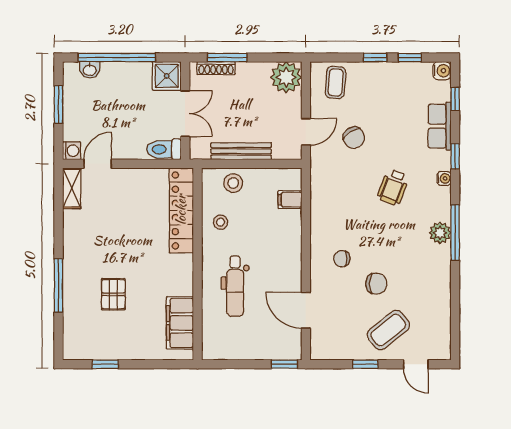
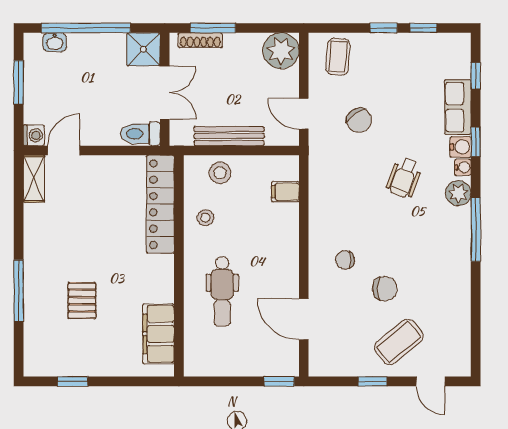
water cooler: (442, 71) -> (461, 147), moved
door: (306, 132) -> (304, 114), swing flipped
plant: (440, 233) -> (458, 193), moved

